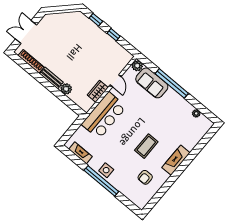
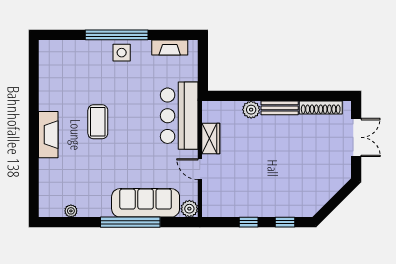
sofa: (152, 83) -> (146, 203), width x1.36
armchair: (145, 177) -> (68, 83), removed

